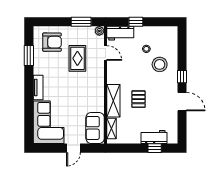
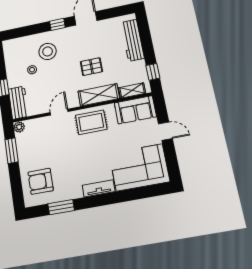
armchair: (52, 42) -> (41, 181), turned -90
door: (105, 53) -> (59, 112), moved
rug: (77, 58) -> (91, 122), moved
workbench: (154, 137) -> (133, 40), width x1.38
window: (155, 148) -> (153, 72), moved

